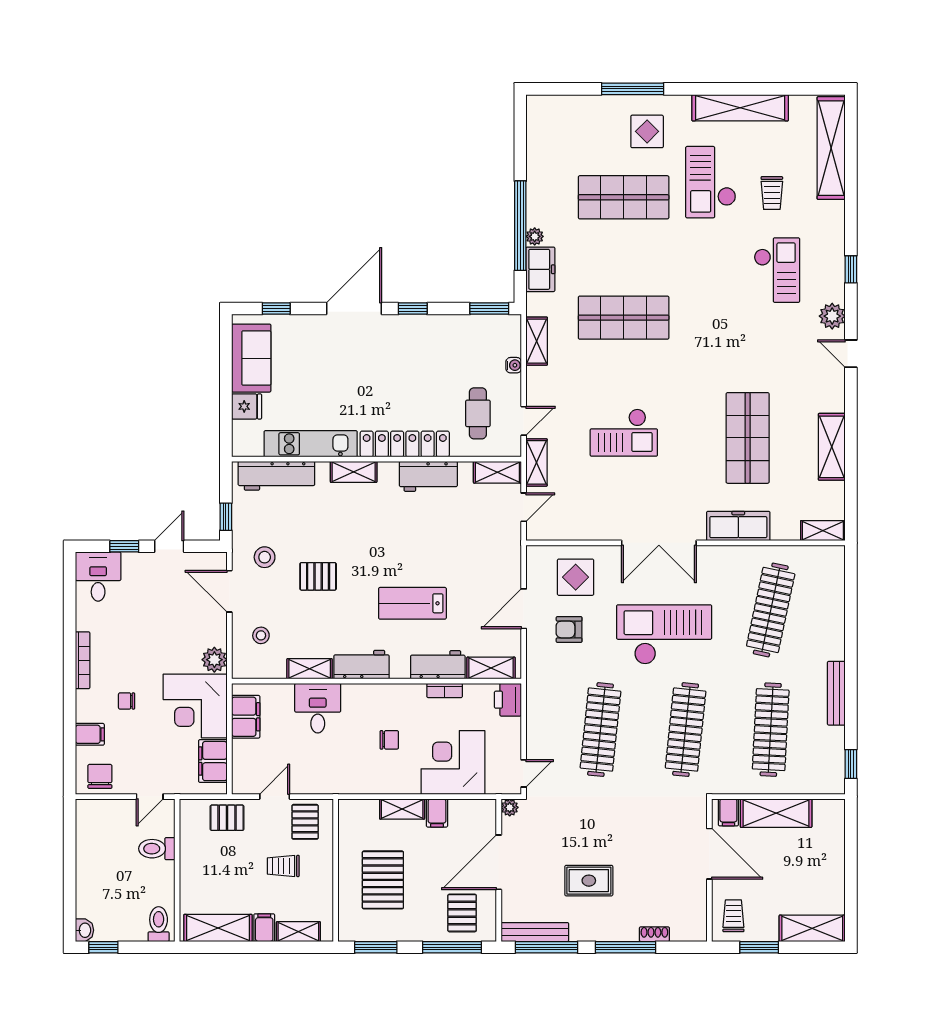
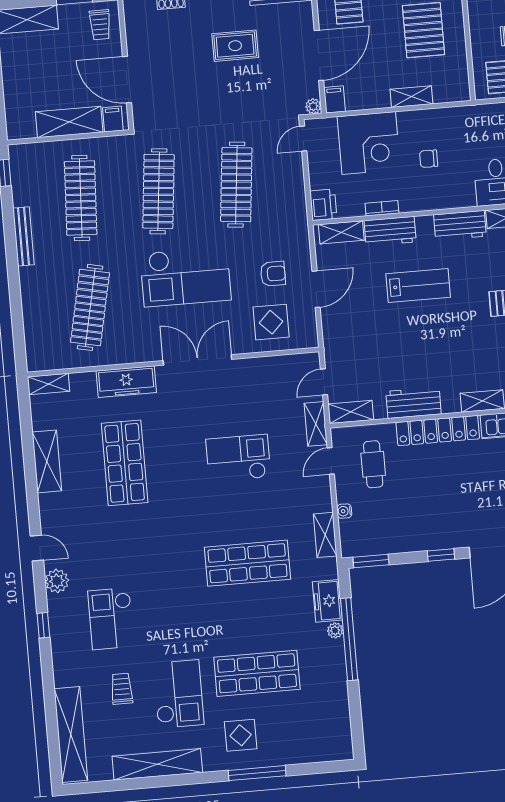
filing cabinet: (437, 813) -> (335, 99), moved

